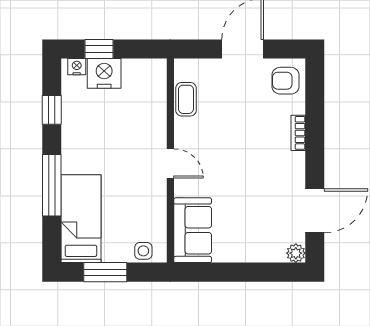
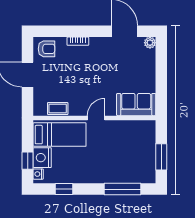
armchair: (286, 81) -> (47, 49), turned -90
window: (52, 185) -> (123, 189), moved
bed: (81, 219) -> (60, 135), moved, turned 180
side table: (143, 251) -> (149, 134), removed

